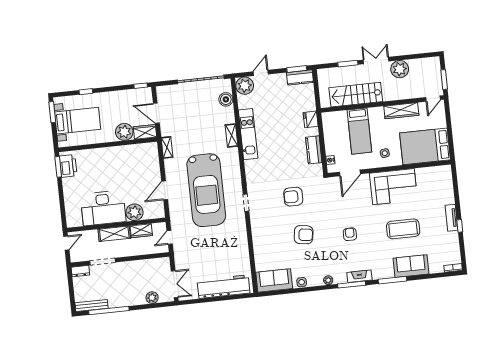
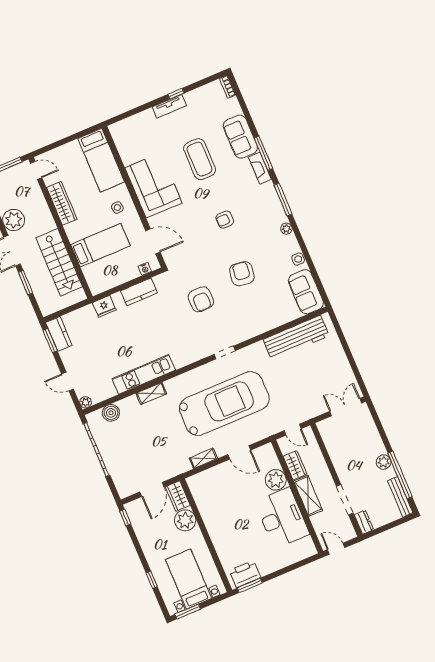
plant: (245, 86) -> (86, 402), width x0.53, depth x0.53
bed: (425, 146) -> (101, 160), width x0.67
shelving: (167, 147) -> (203, 458), moved
fireplace: (359, 276) -> (260, 168), moved
workbench: (223, 287) -> (296, 338), moved, turned -90
plant: (152, 298) -> (384, 462), moved

